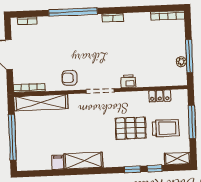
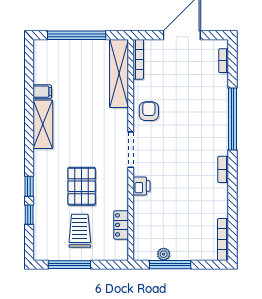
window: (192, 122) -> (69, 265), moved
trolley: (166, 128) -> (80, 231), turned 180
shelving: (177, 159) -> (40, 244), removed

